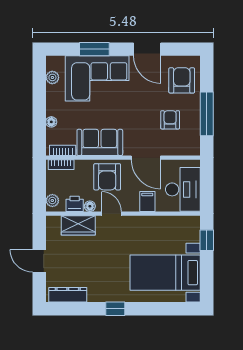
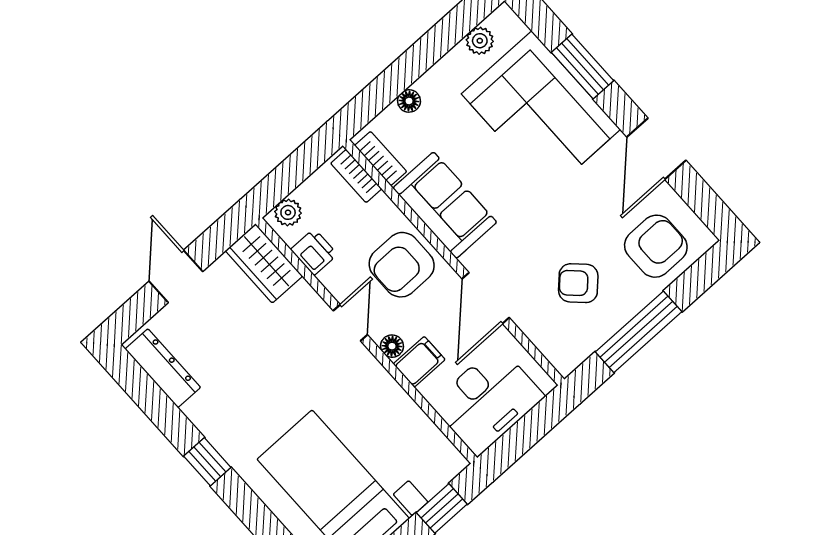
armchair: (170, 120) -> (578, 283), turned -136
floor lamp: (90, 206) -> (392, 346), moved
wardrobe: (78, 225) -> (264, 263), moved

